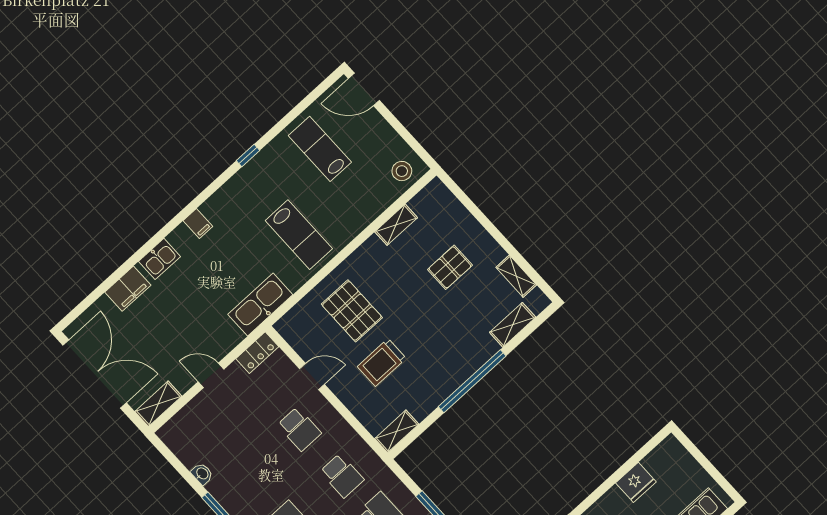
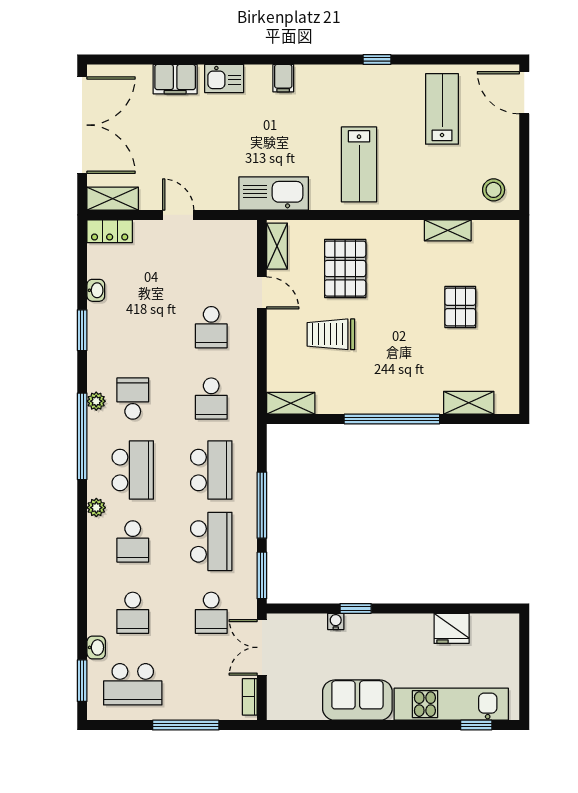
pallet: (450, 267) -> (460, 307), turned 90
shelving: (516, 276) -> (277, 246), moved
locker: (257, 353) -> (110, 231), moved

